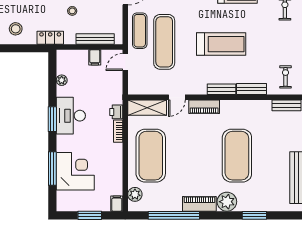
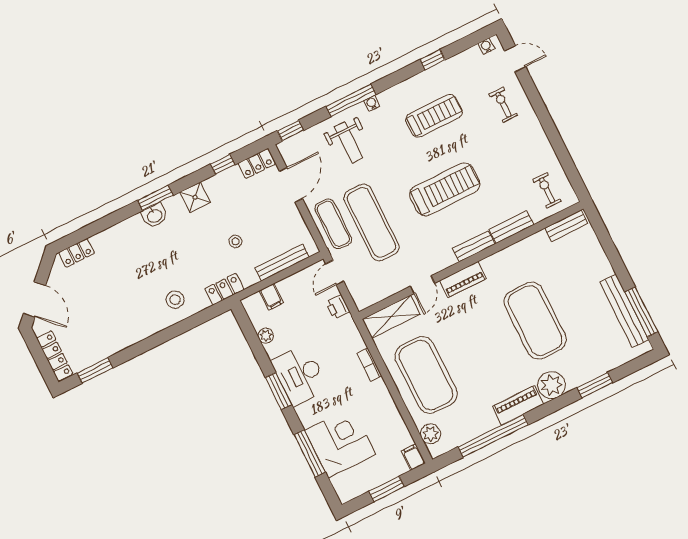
filing cabinet: (95, 57) -> (271, 297), moved
printer: (116, 112) -> (338, 307), moved

